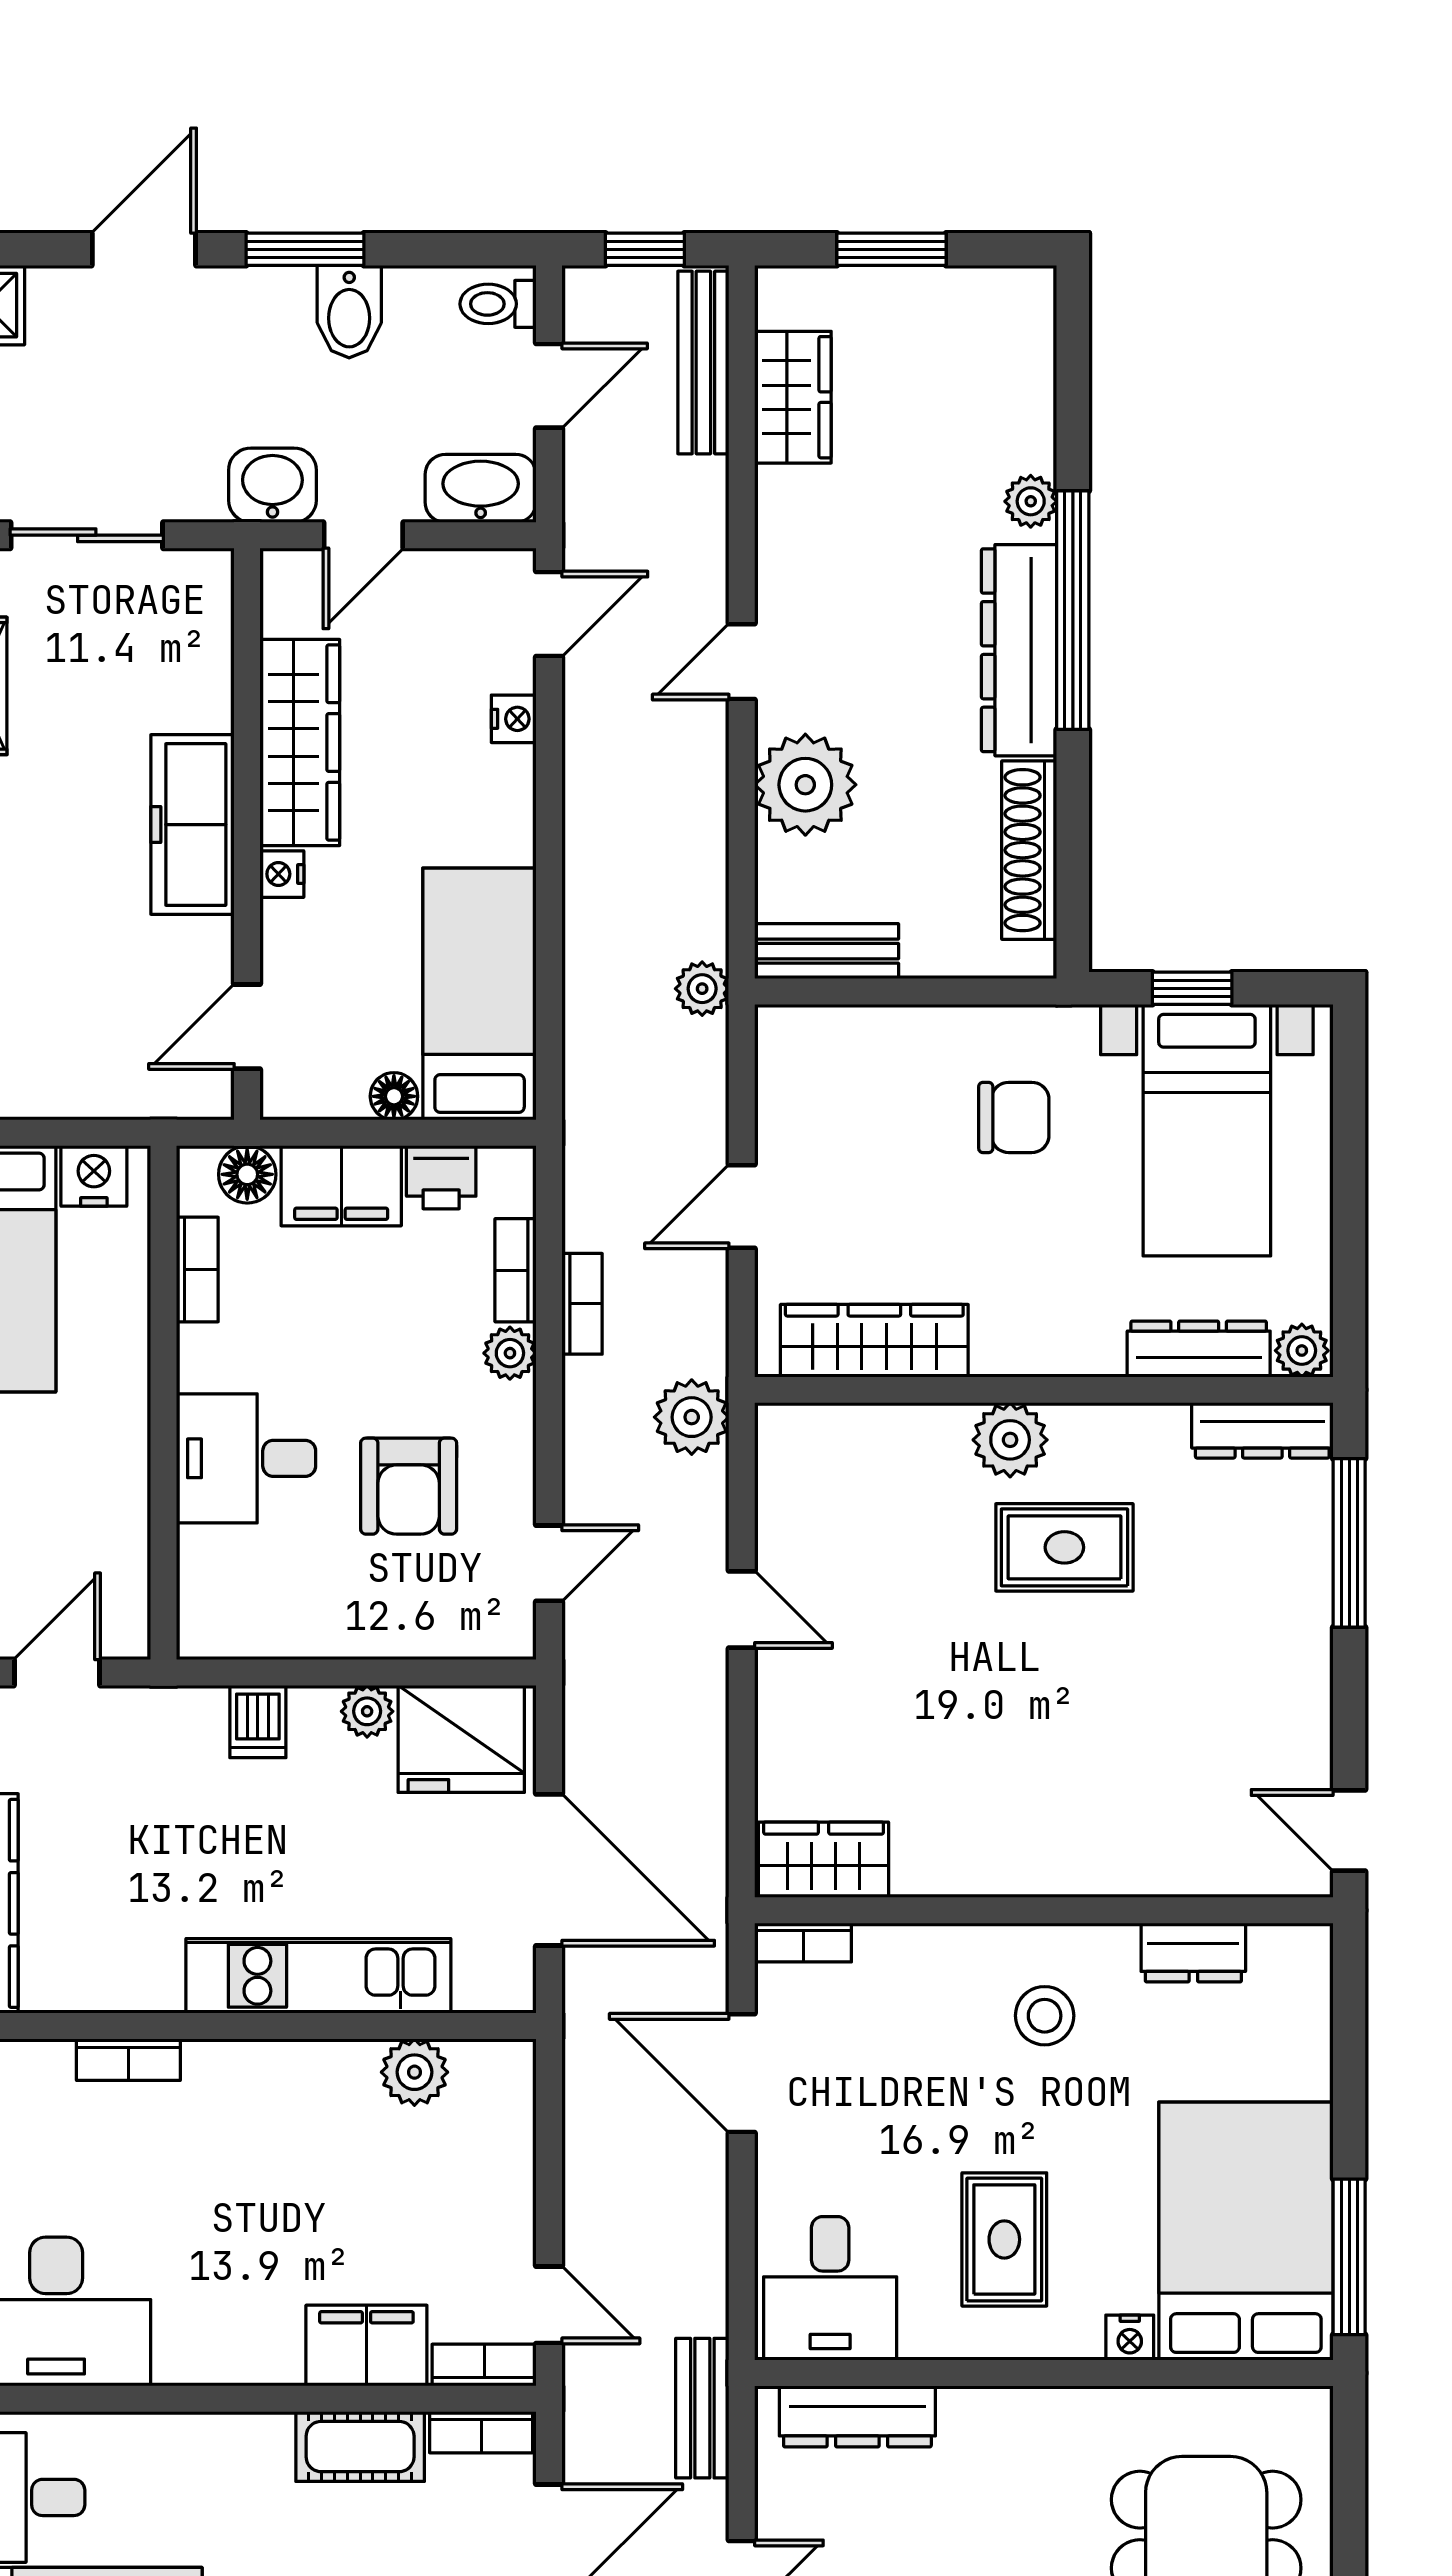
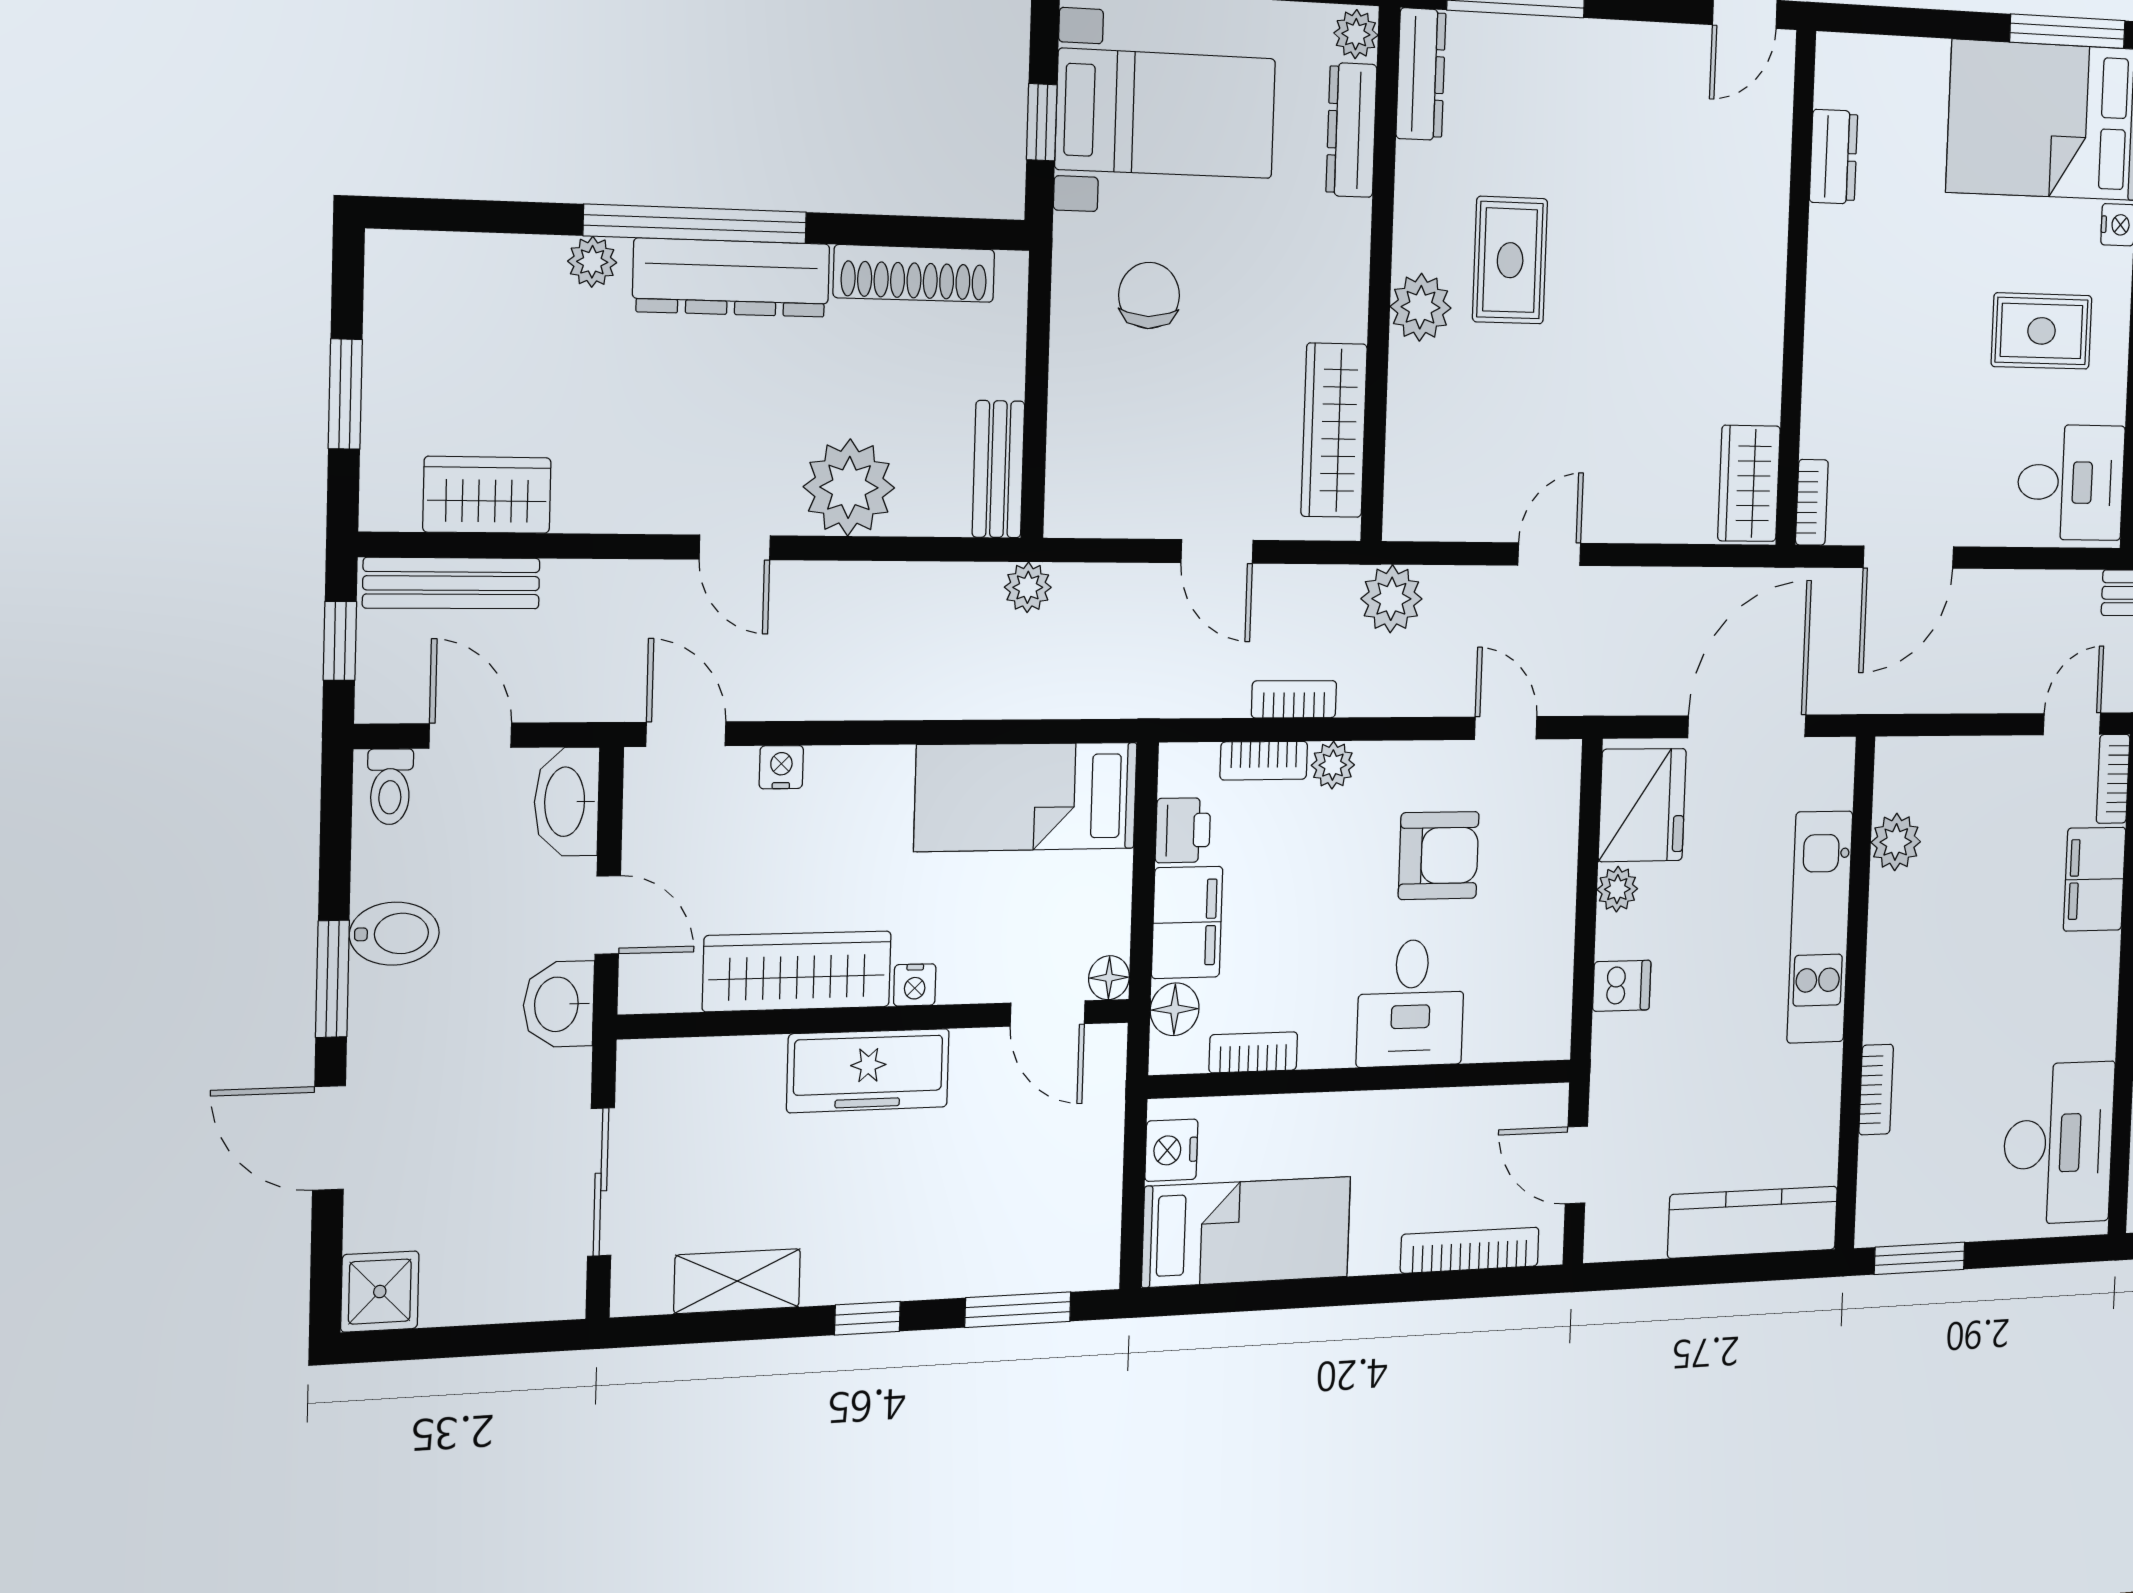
floor lamp: (394, 1096) -> (1109, 978), moved
stool: (1045, 2016) -> (1876, 290), removed

